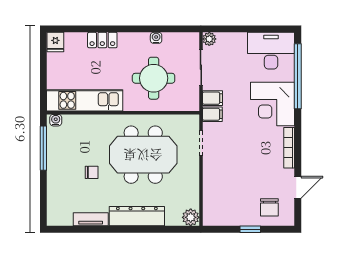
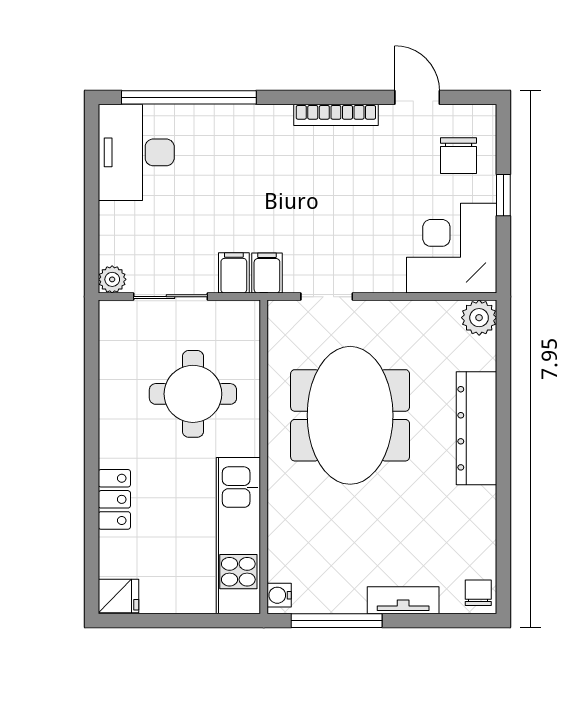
water cooler: (156, 38) -> (110, 389), removed
corner desk: (273, 104) -> (452, 248), moved, turned 180
chair: (92, 172) -> (478, 593), moved
chair: (269, 207) -> (458, 156), turned 90
tv unit: (91, 219) -> (403, 600), moved, turned 90

